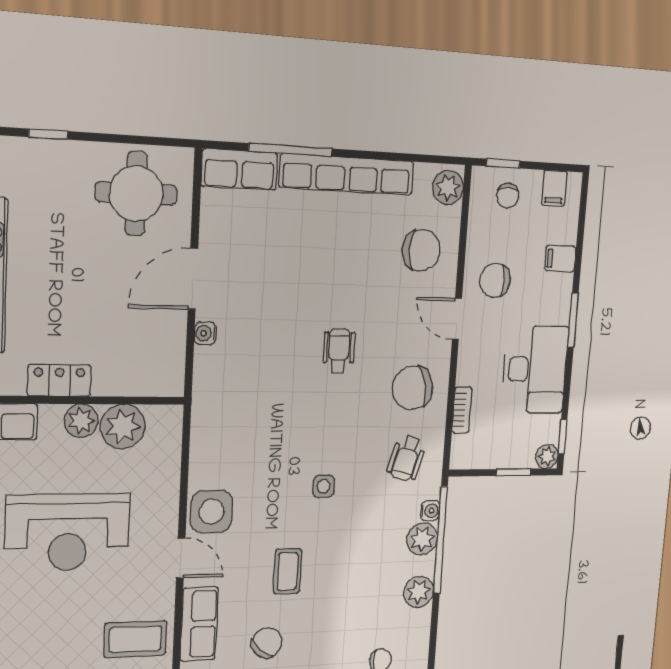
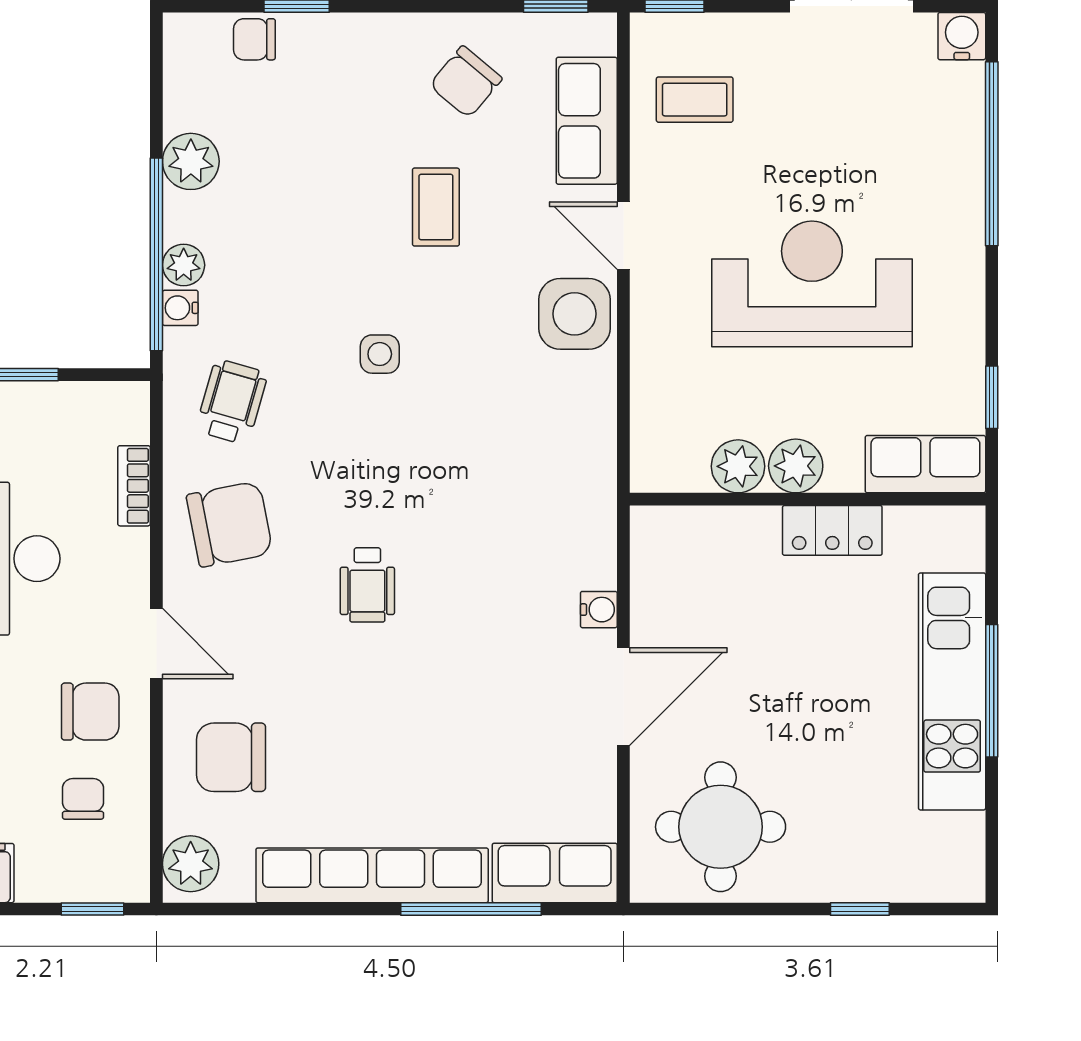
chair: (508, 196) -> (83, 799), moved
plant: (123, 427) -> (738, 466), width x0.73, depth x0.73
plant: (422, 539) -> (184, 265), width x0.73, depth x0.73
coffee table: (135, 639) -> (695, 100), width x0.73, depth x0.77

